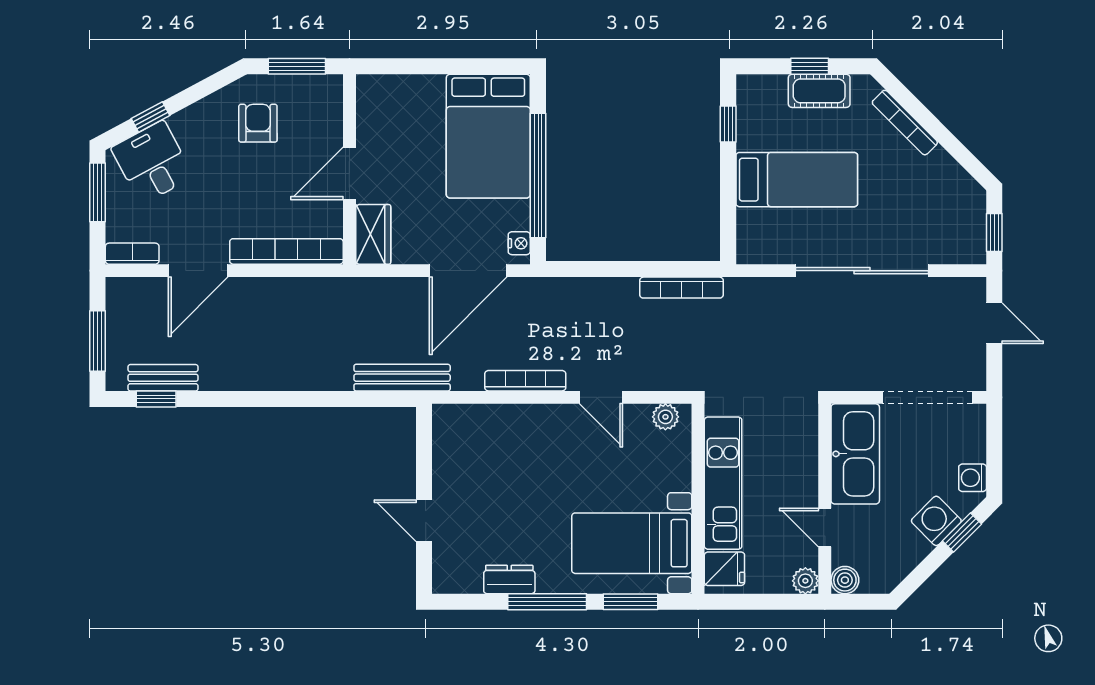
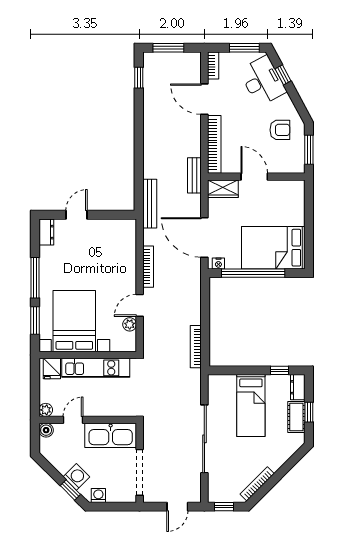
dresser: (761, 88) -> (298, 387), added
bookcase: (905, 123) -> (257, 484), moved
desk: (152, 162) -> (263, 81), width x1.37
bench: (163, 378) -> (194, 175), moved
plant: (665, 417) -> (130, 324), moved
bed with nightstands: (632, 543) -> (74, 321), width x1.36
dresser: (509, 579) -> (46, 232), moved

